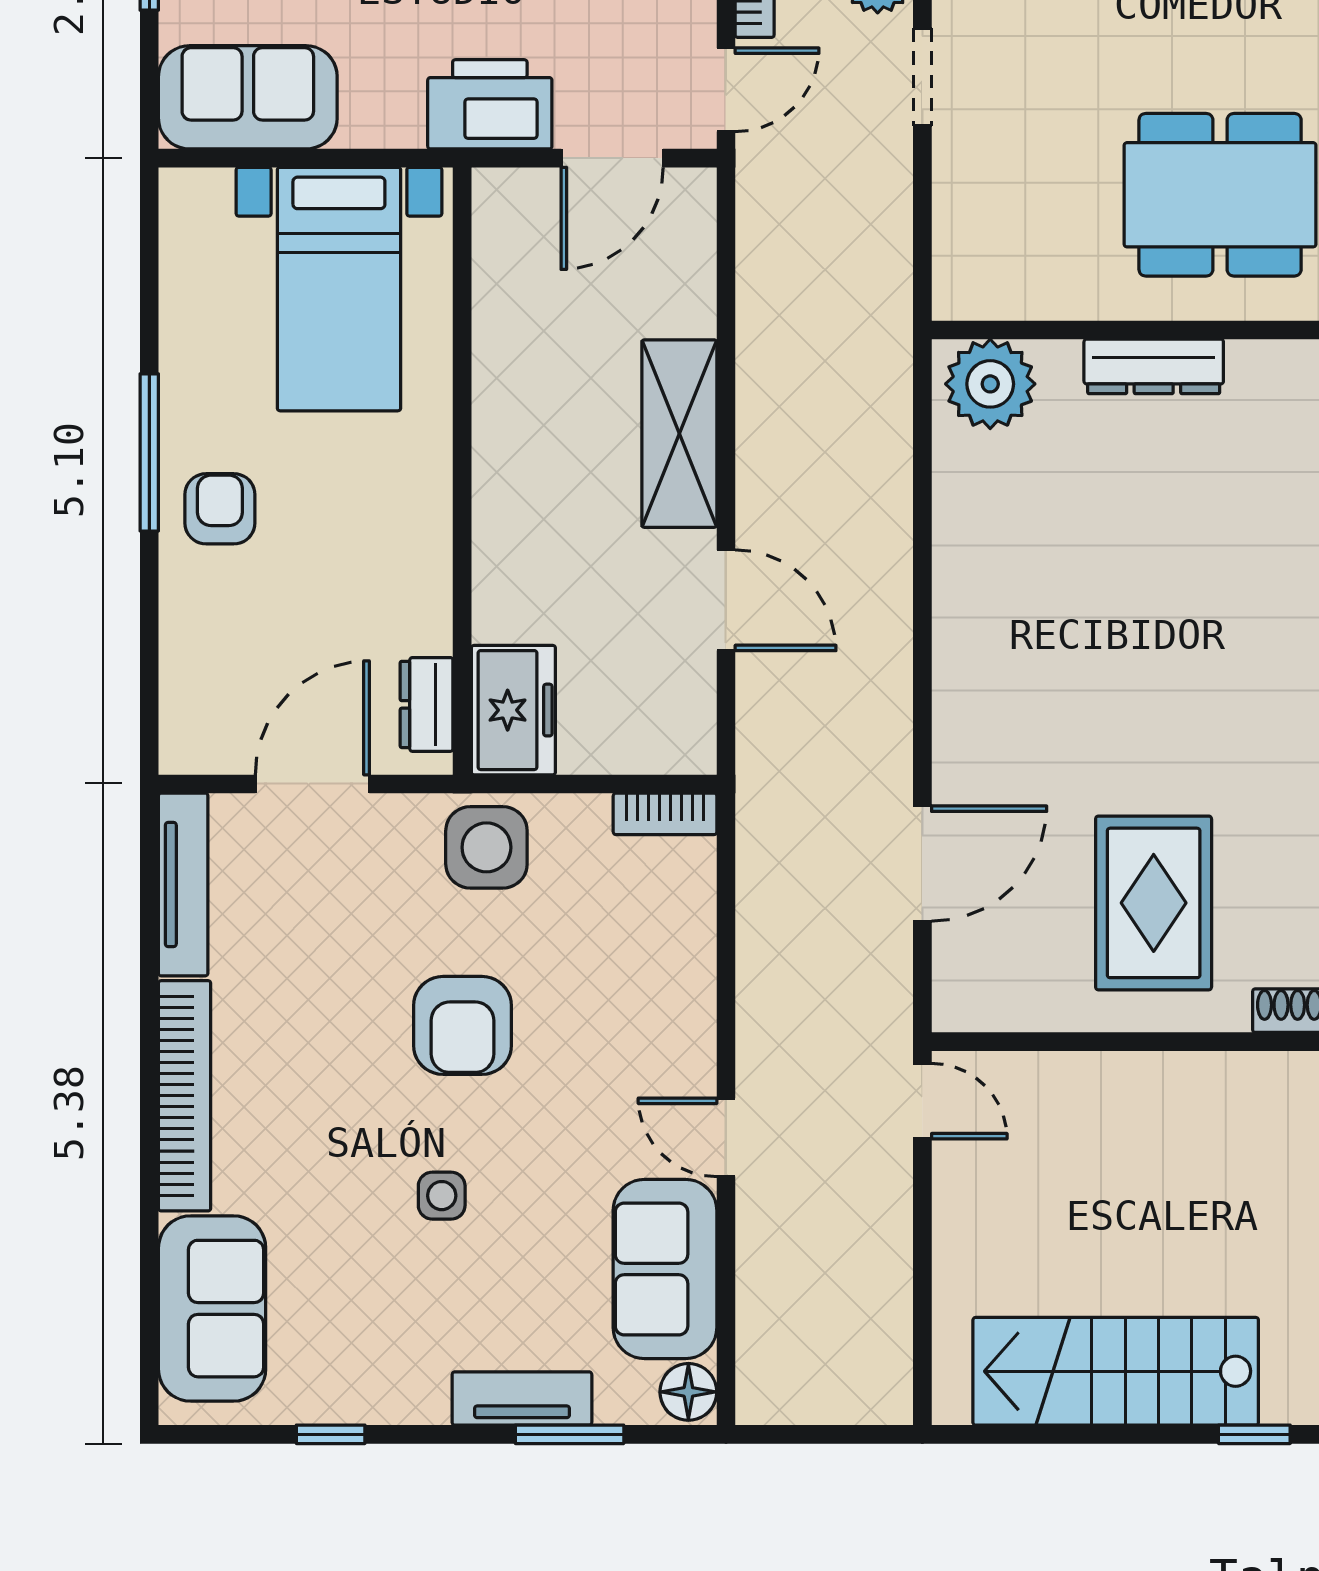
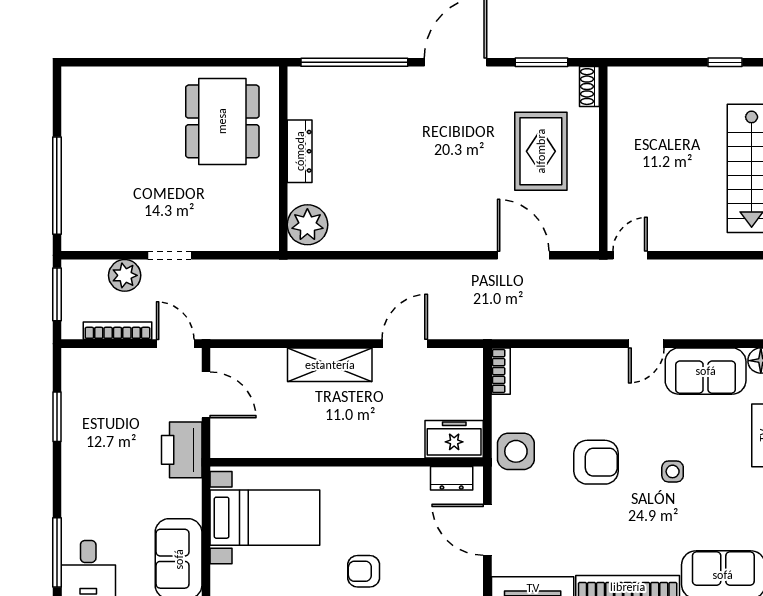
rug: (1154, 903) -> (541, 151), turned 90

